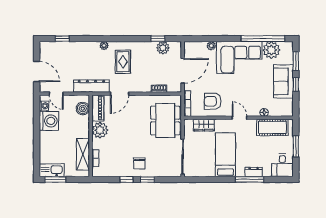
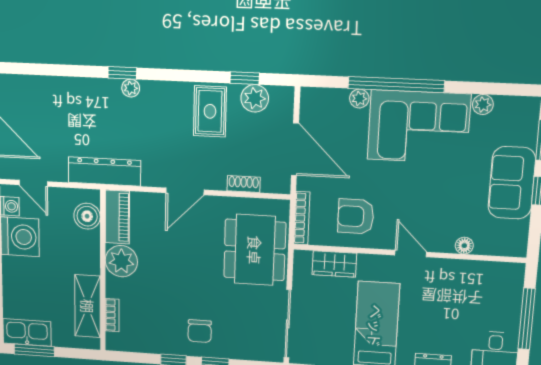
window: (62, 39) -> (122, 73), moved
window: (263, 39) -> (396, 85), moved
plant: (271, 50) -> (483, 105), width x0.53, depth x0.53
rug: (123, 62) -> (210, 111), moved
door: (183, 71) -> (295, 149), hinge flipped
door: (120, 94) -> (185, 191), moved
cot: (272, 127) -> (480, 278), removed
window: (296, 146) -> (527, 319), width x1.44

